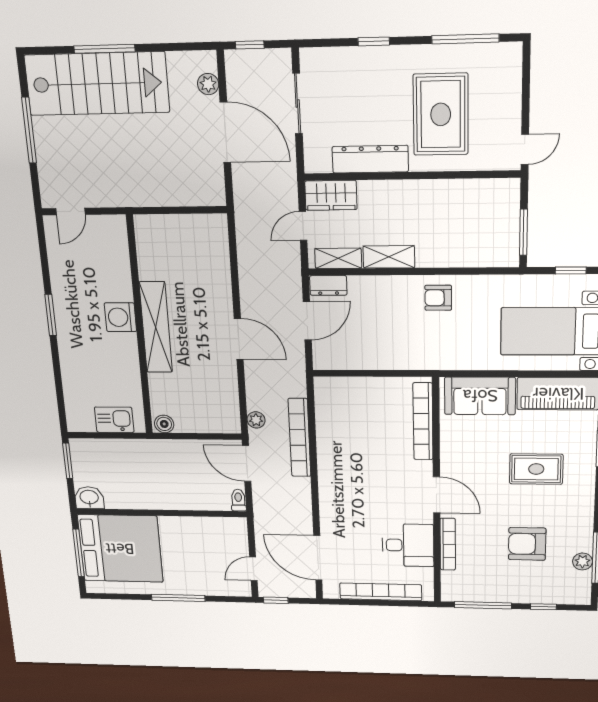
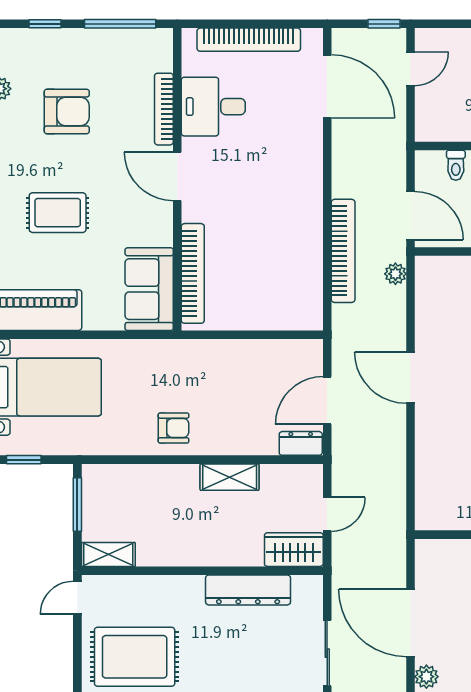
rug: (441, 114) -> (135, 657), moved, turned 90
shelving: (338, 258) -> (108, 554), moved
sofa: (480, 396) -> (149, 289), moved, turned -90
toilet: (238, 500) -> (456, 165), moved

